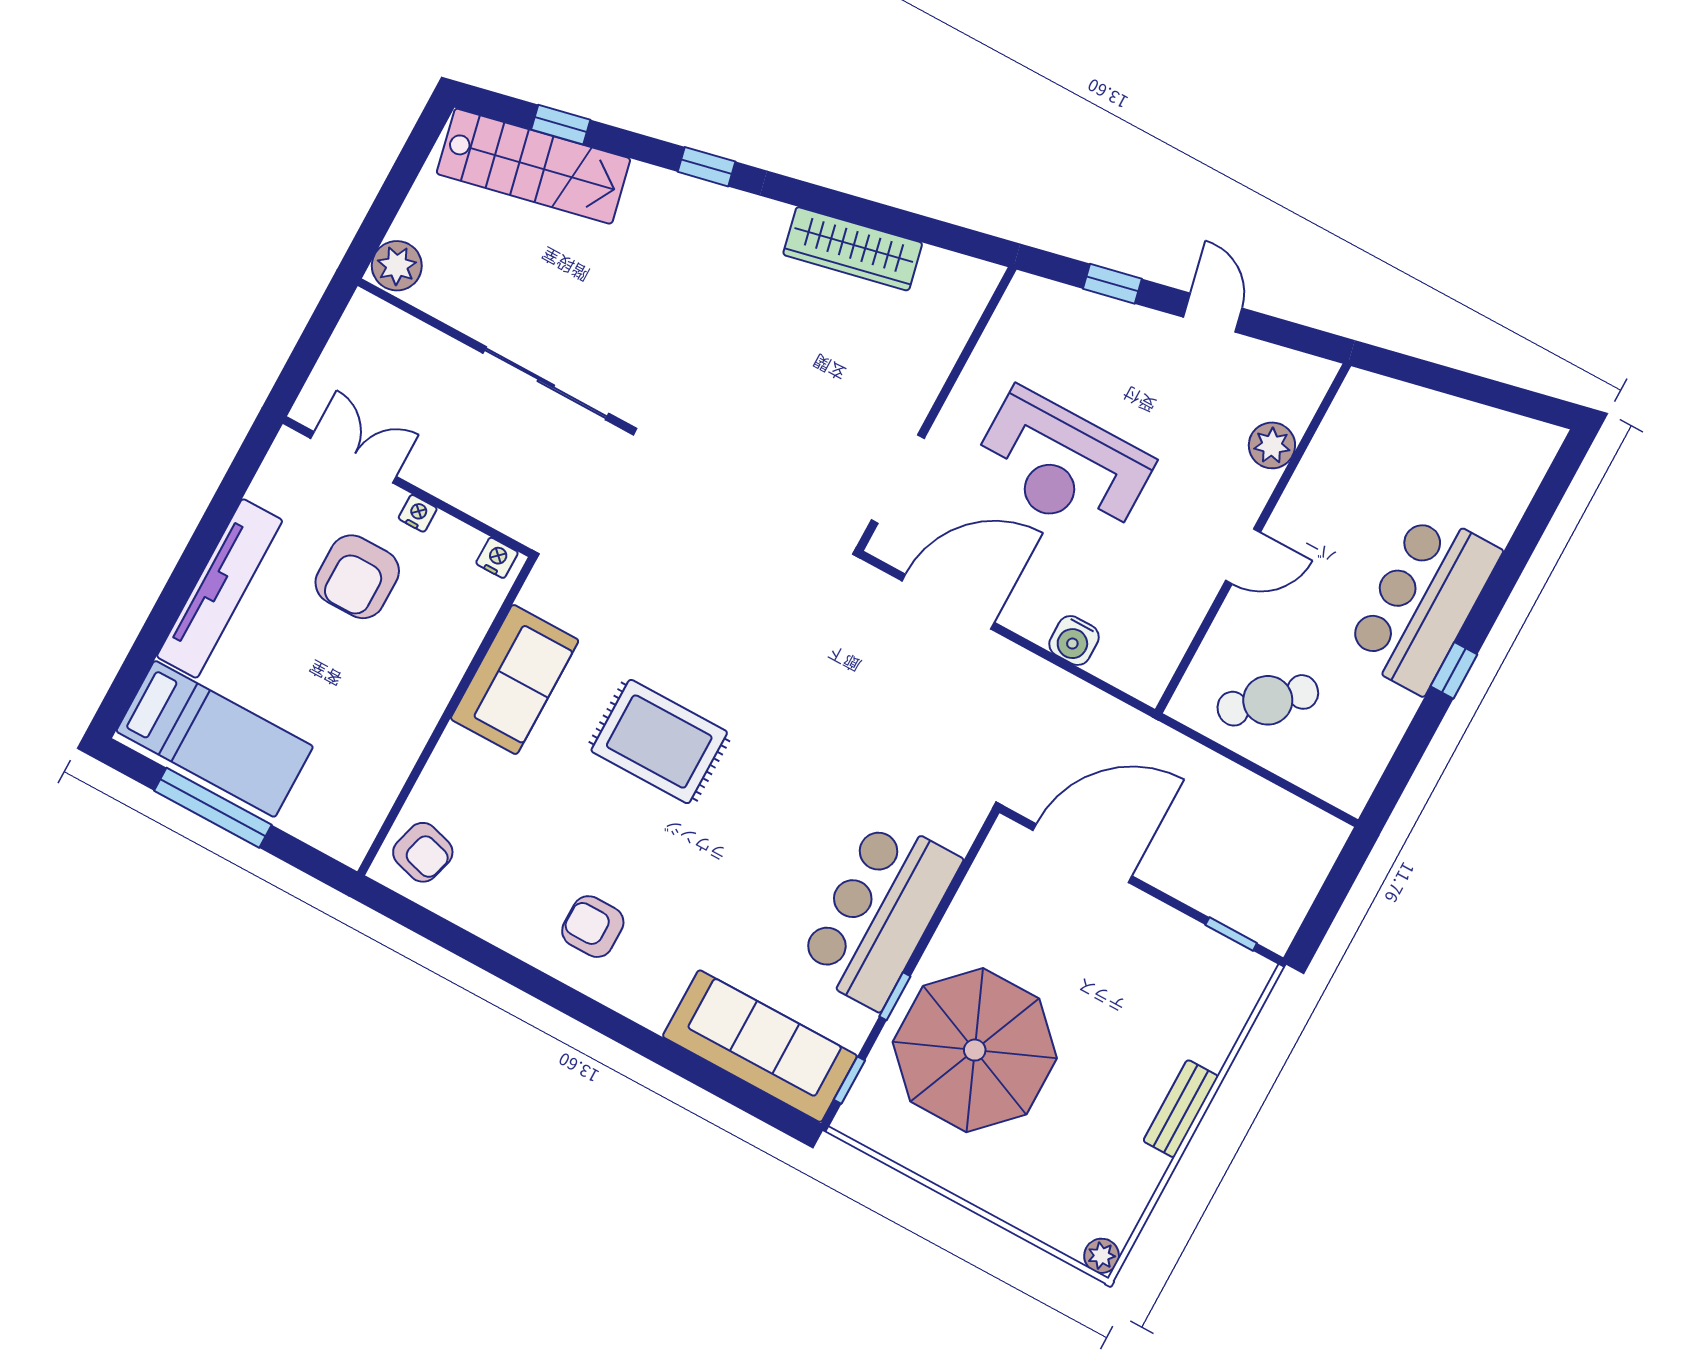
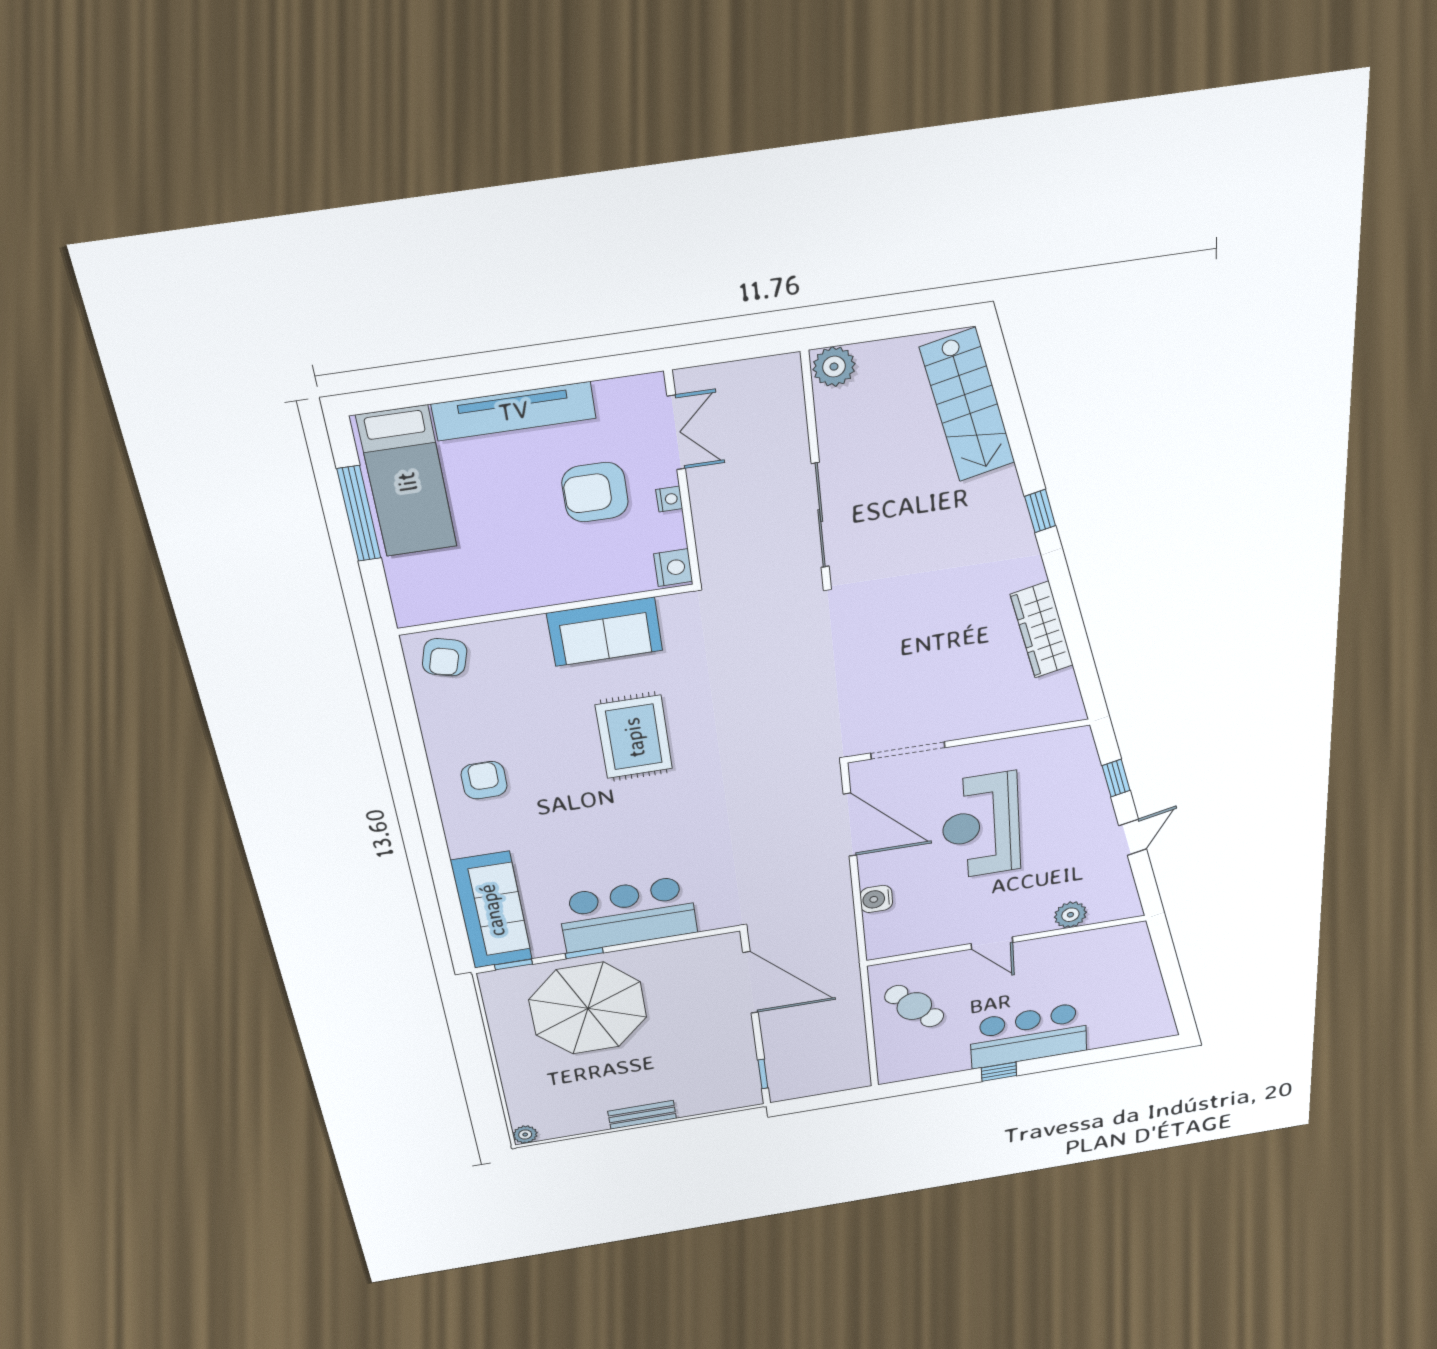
window: (561, 125) -> (1009, 403), removed
nightstand: (497, 558) -> (673, 568), width x1.39, depth x1.35

